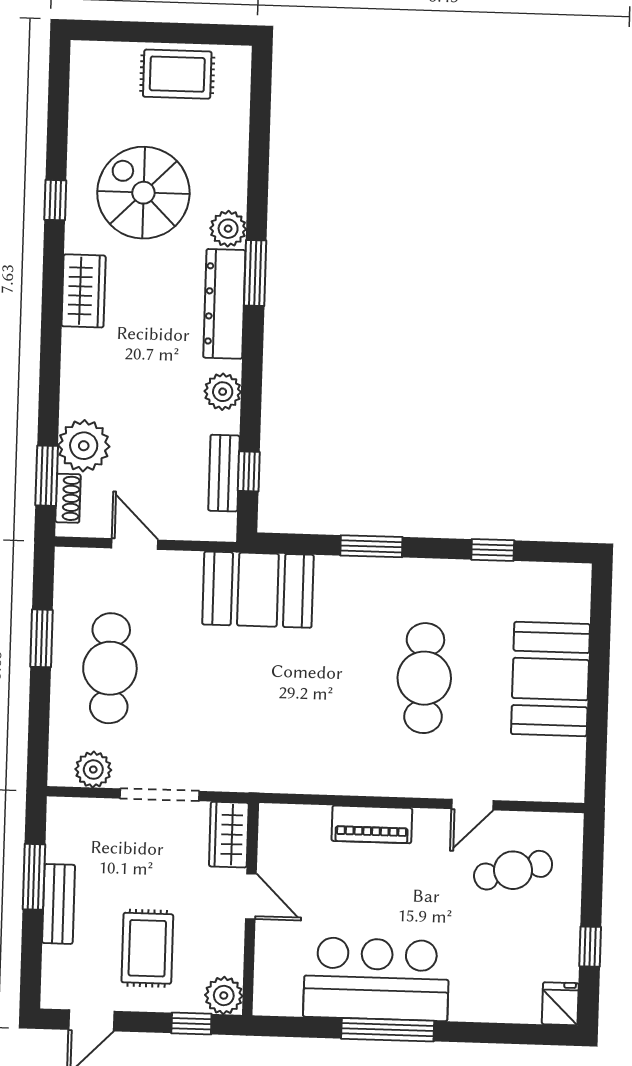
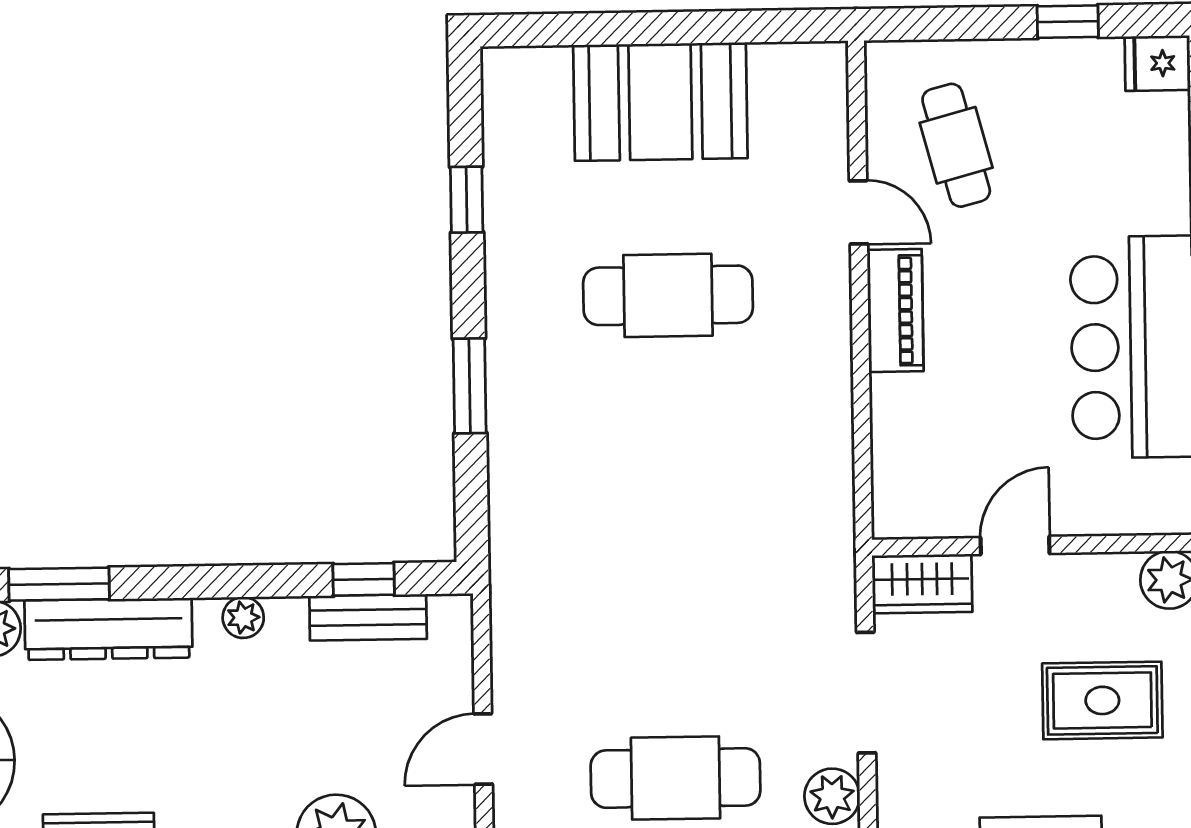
plant: (223, 392) -> (243, 617), width x0.73, depth x0.73
booth: (258, 590) -> (544, 557), removed
piano: (372, 824) -> (895, 311), moved

